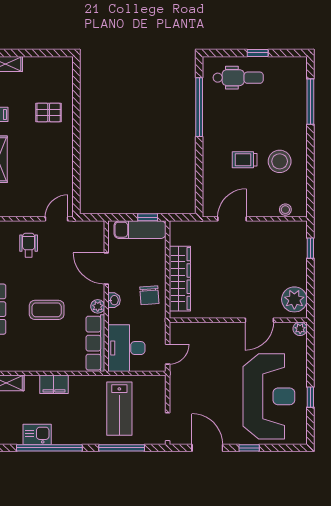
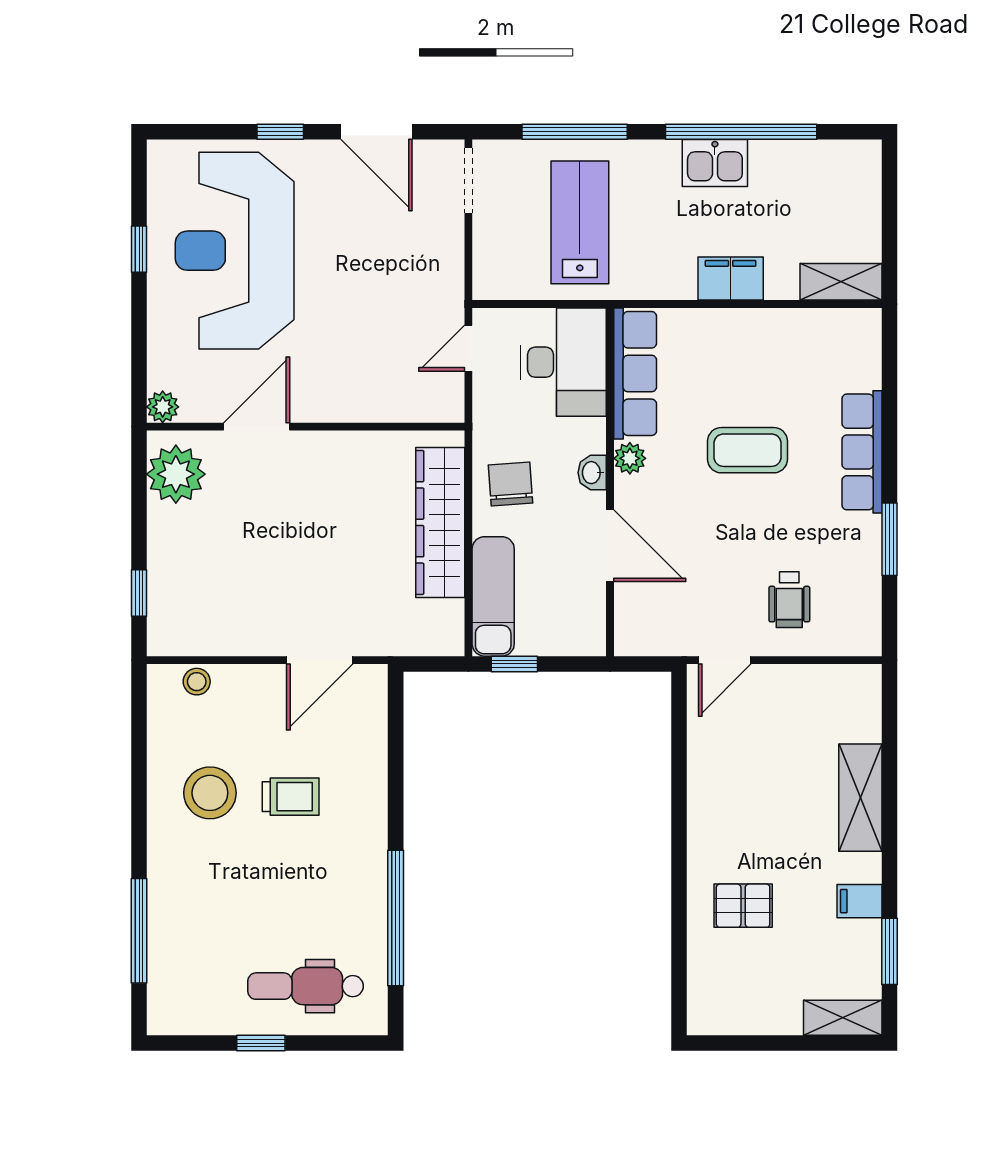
exam couch: (140, 230) -> (493, 596), moved, turned 90
kitchen sink: (37, 434) -> (715, 163), moved

